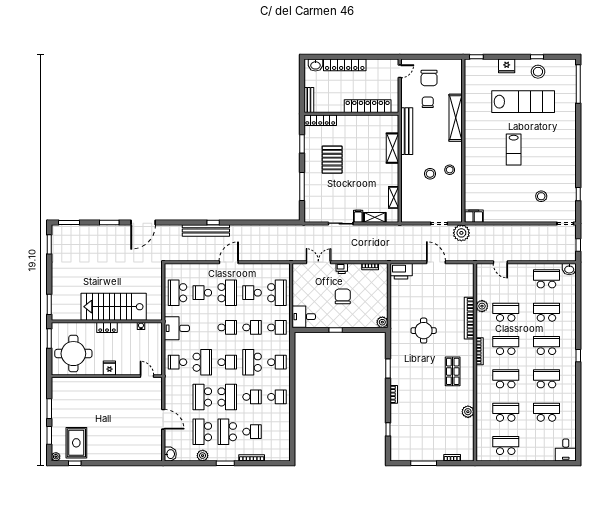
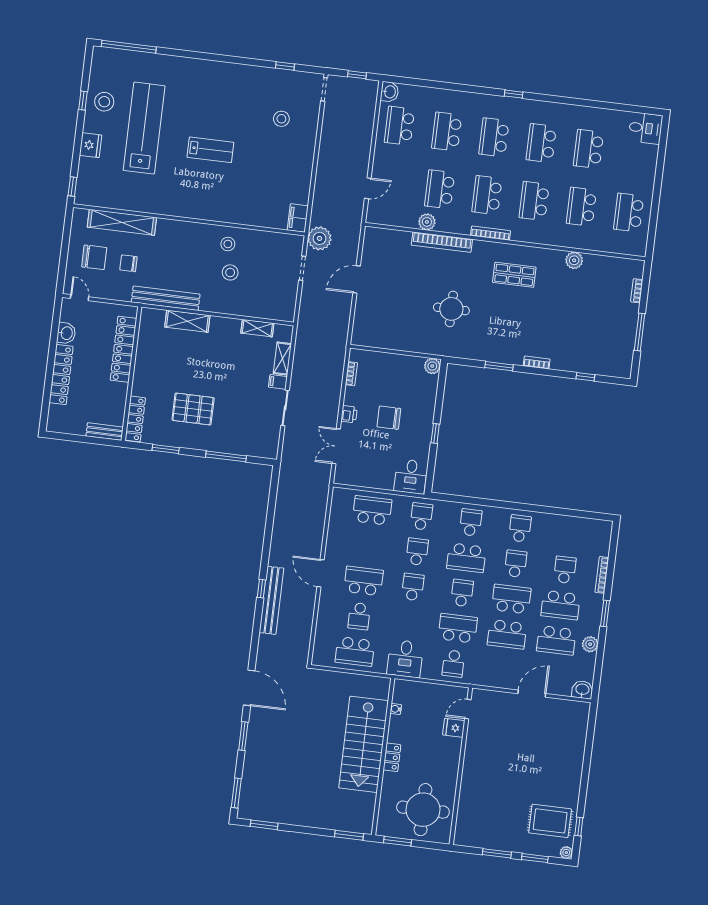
washbasin: (315, 65) -> (66, 333), moved
shelving: (456, 118) -> (122, 222), moved
printer: (401, 271) -> (363, 331), removed
school desk: (252, 293) -> (368, 546), removed
fridge: (109, 368) -> (454, 728), moved

